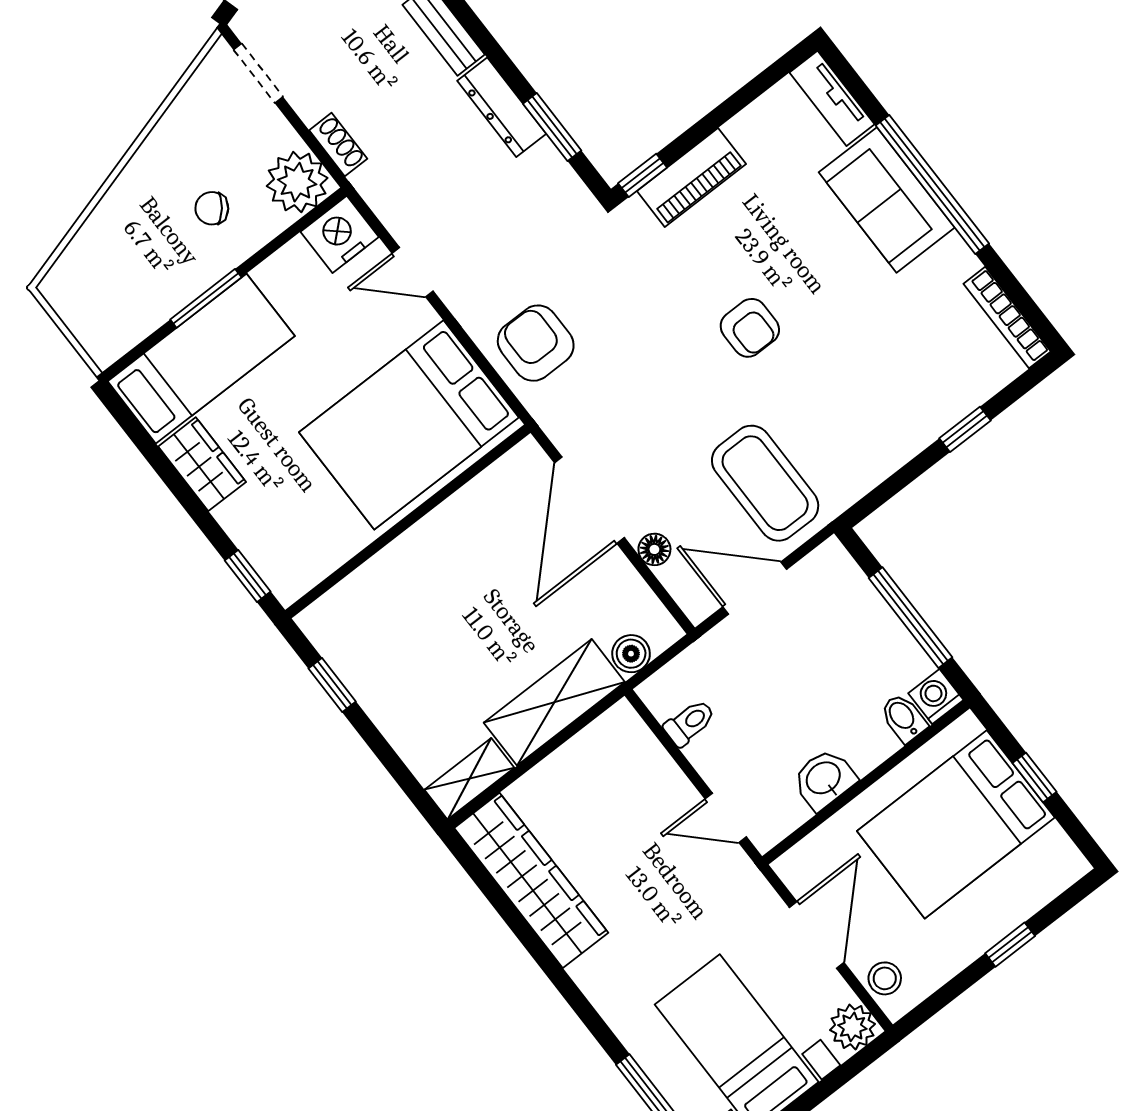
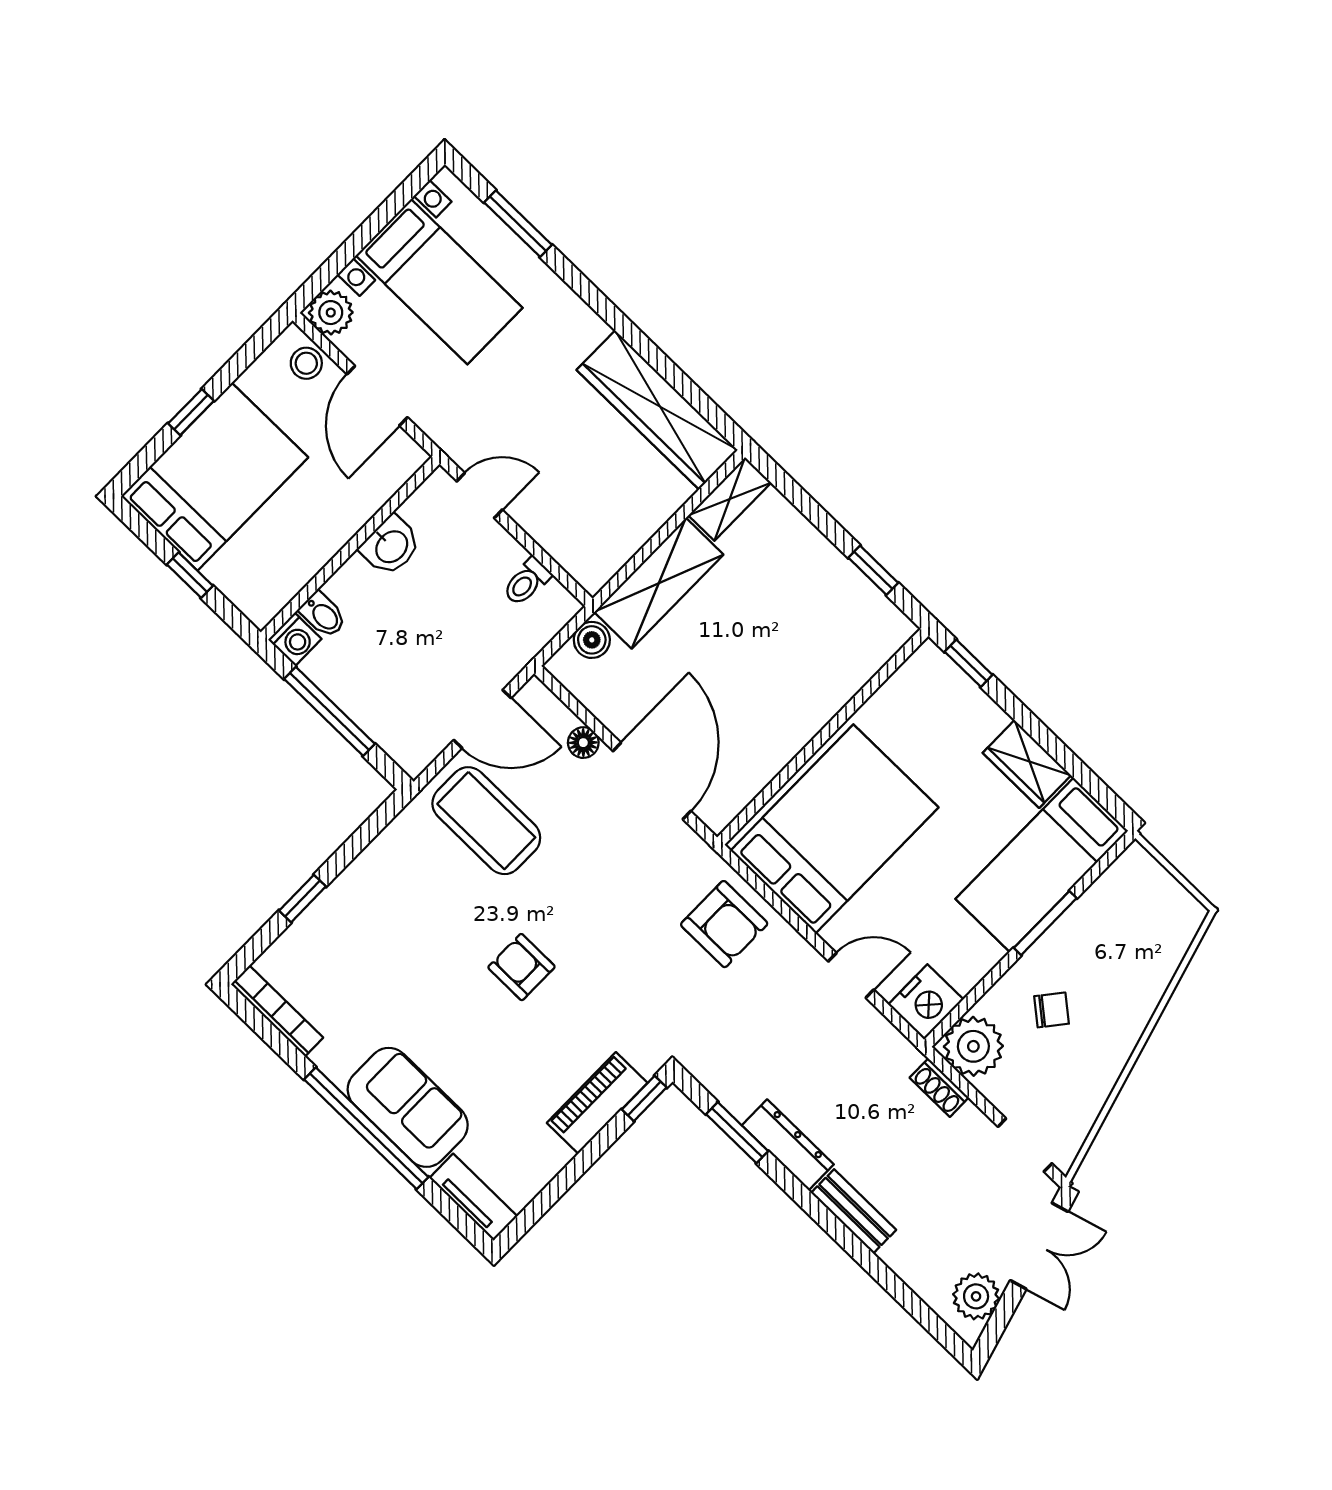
bed: (956, 824) -> (215, 477), moved

